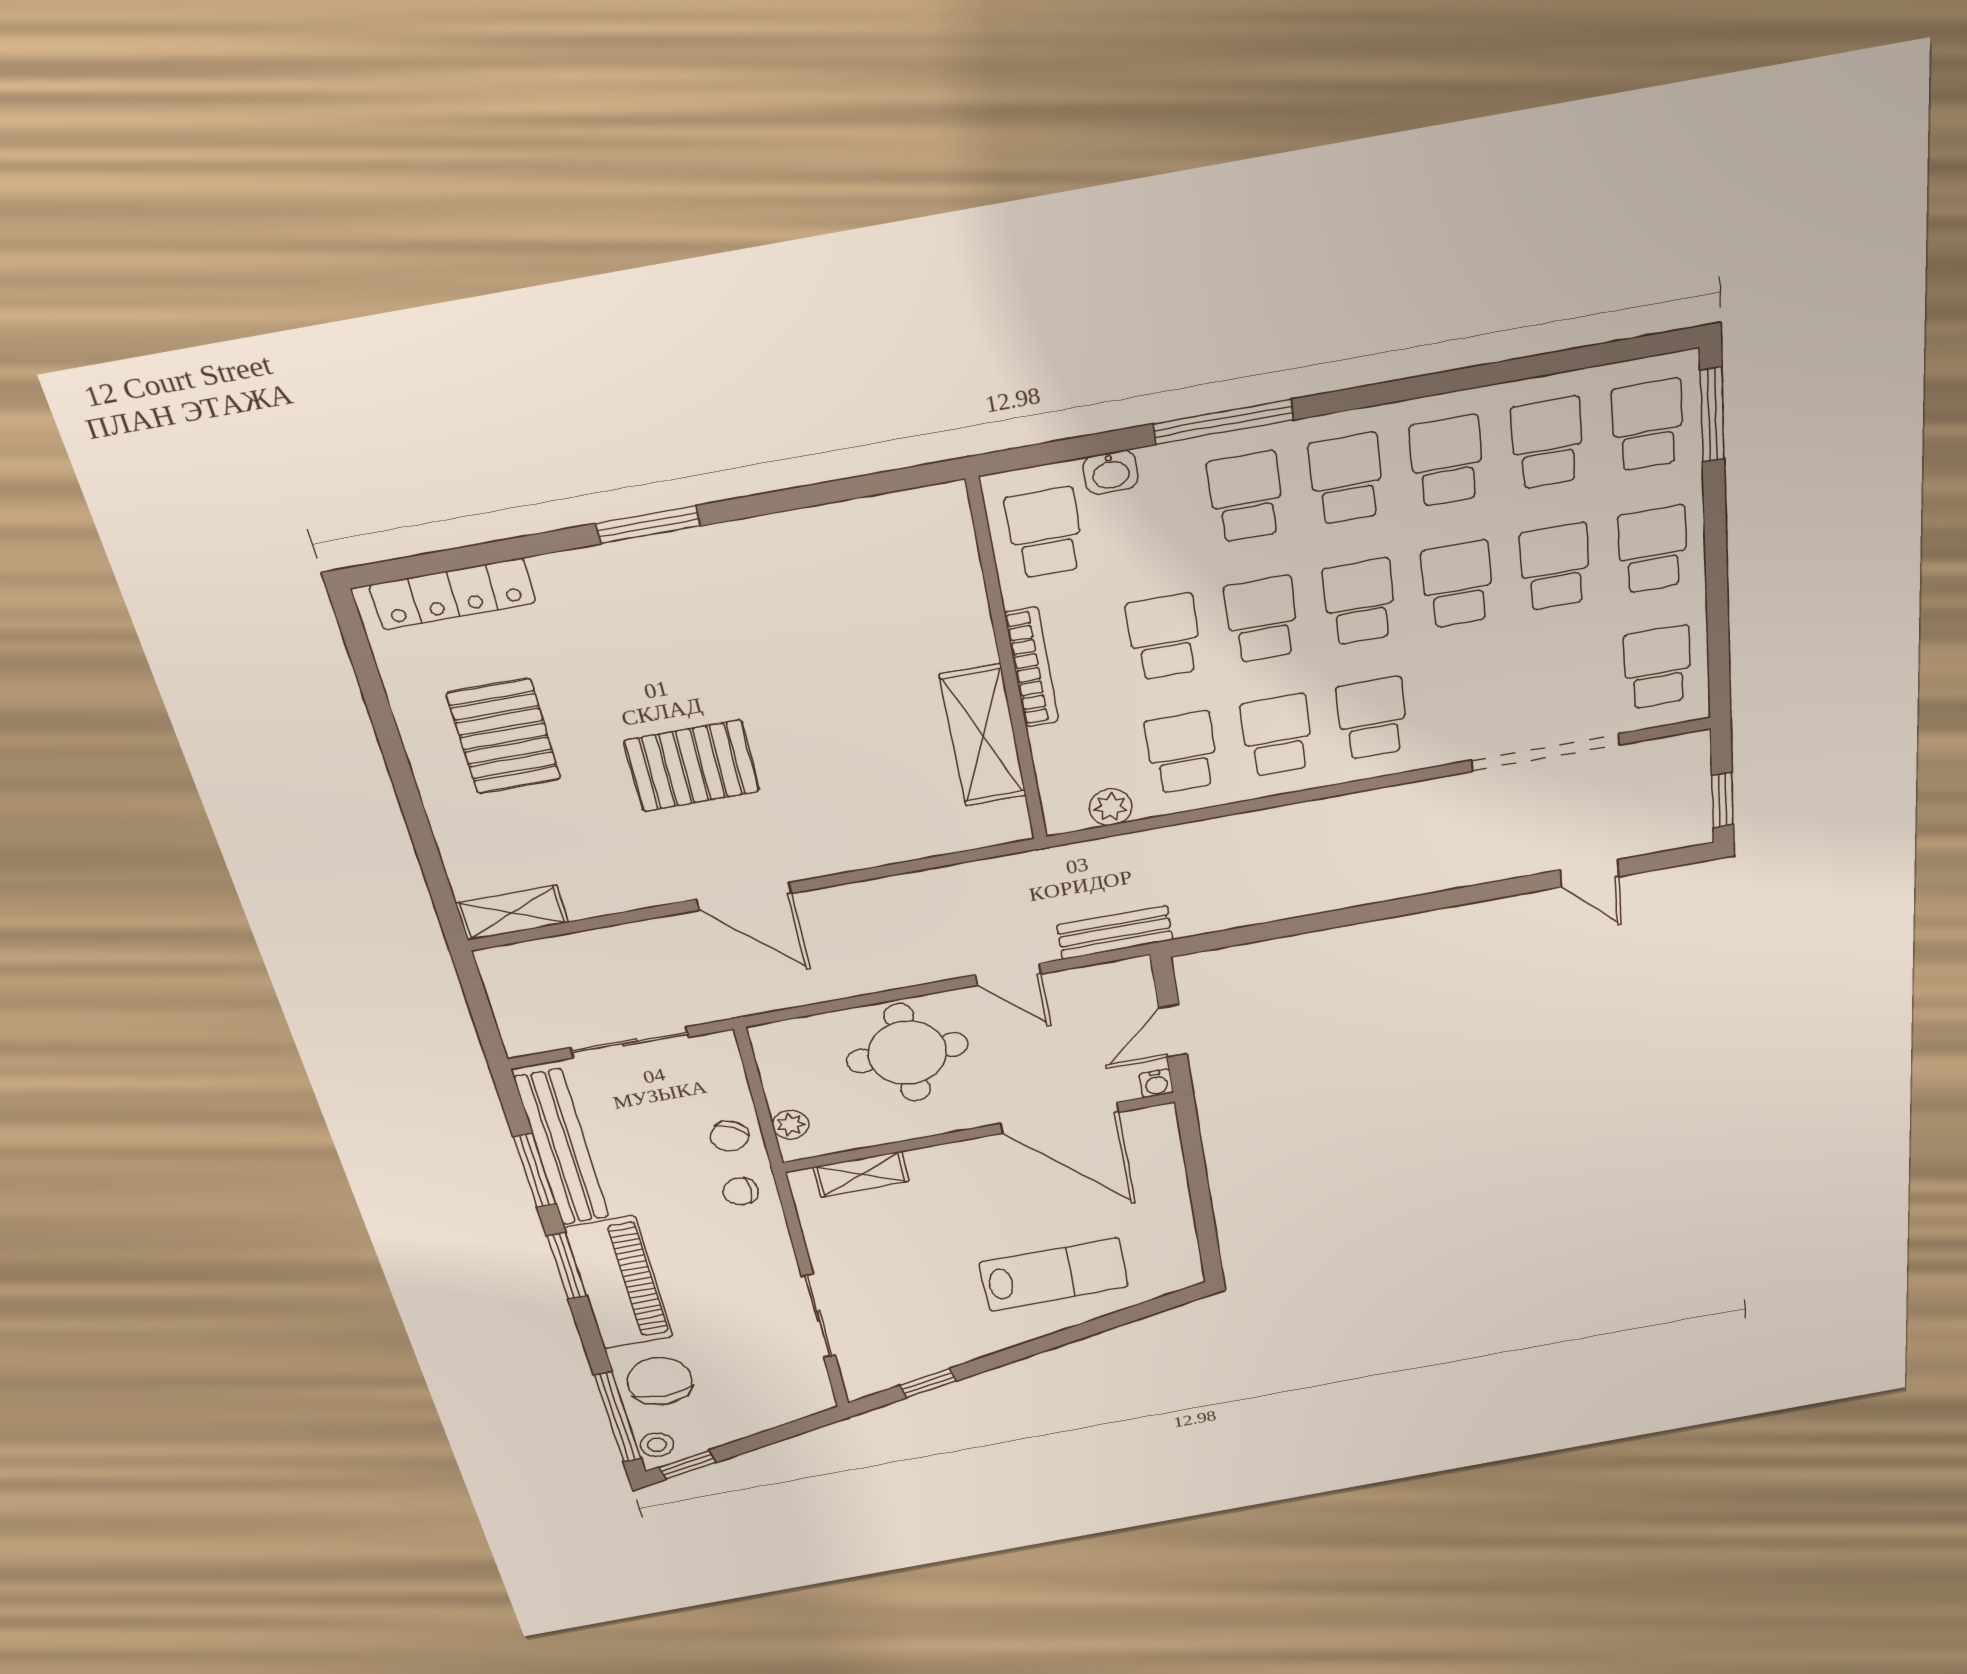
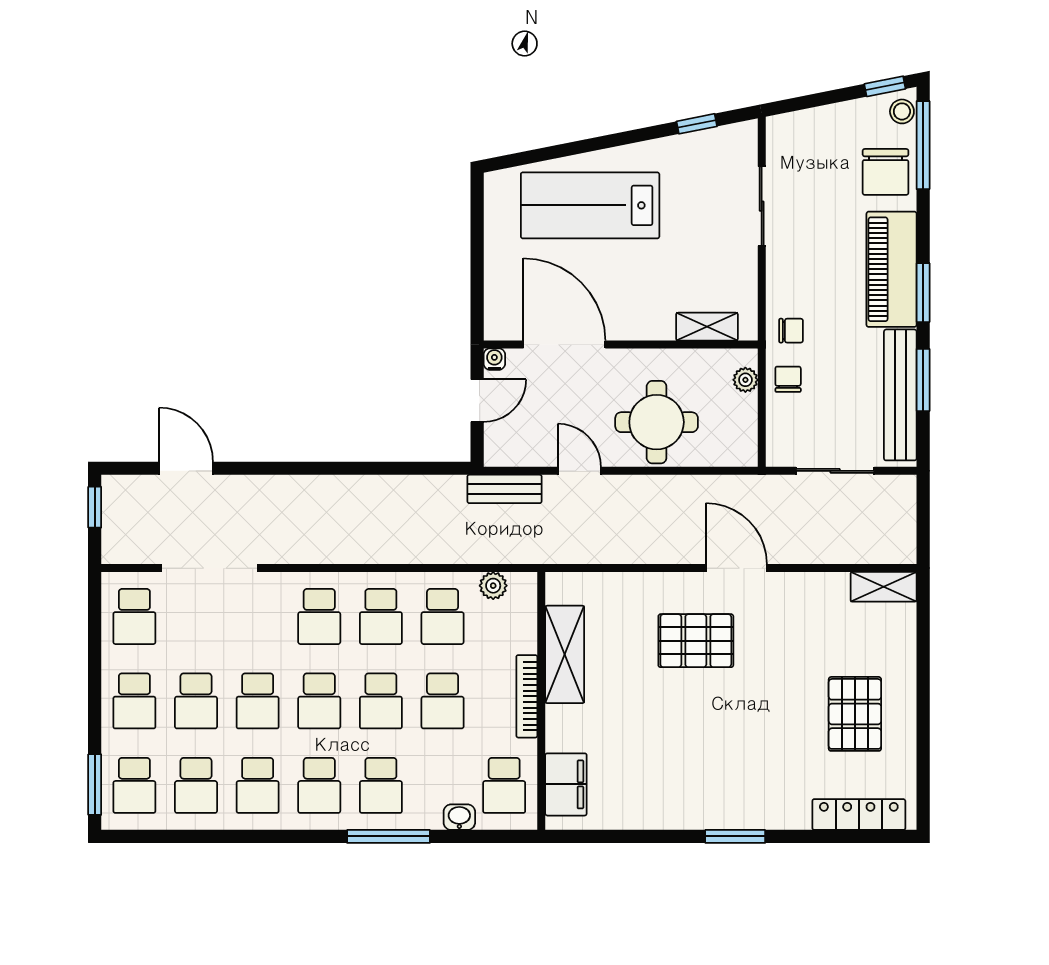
filing cabinet: (945, 552) -> (566, 784), added
pallet: (692, 766) -> (696, 641), moved
door: (1589, 873) -> (186, 468), width x1.38
chair: (729, 1136) -> (788, 379), turned -32
lab bench: (1054, 1275) -> (590, 205), width x1.36, depth x1.39

